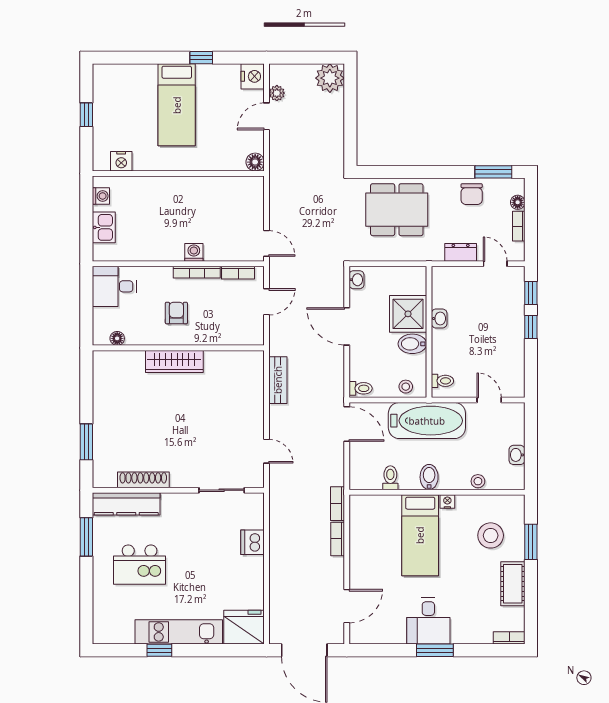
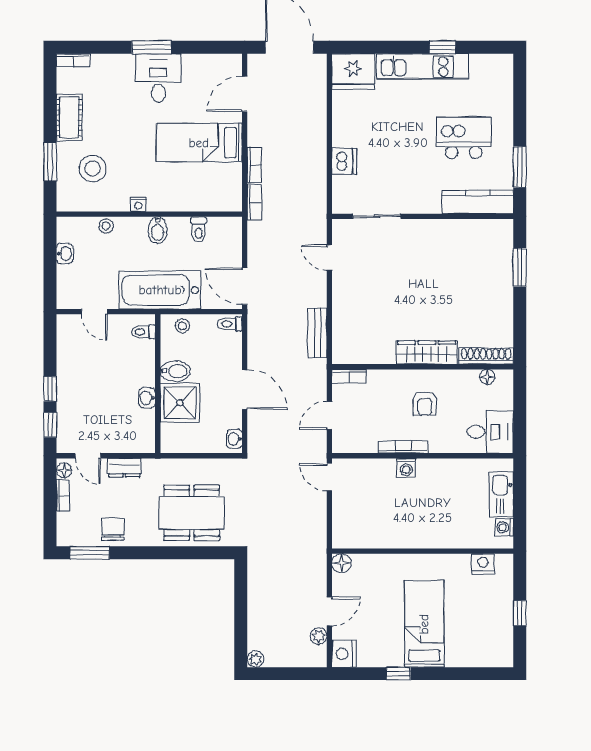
plant: (330, 78) -> (255, 659), width x0.53, depth x0.53
floor lamp: (518, 202) -> (64, 470), moved
kitchen sink: (104, 227) -> (501, 494), width x1.38
bookcase: (238, 273) -> (349, 376), moved, turned 180
shoe rack: (143, 480) -> (486, 356), moved, turned 180
bed: (420, 535) -> (199, 143), moved, turned -90

